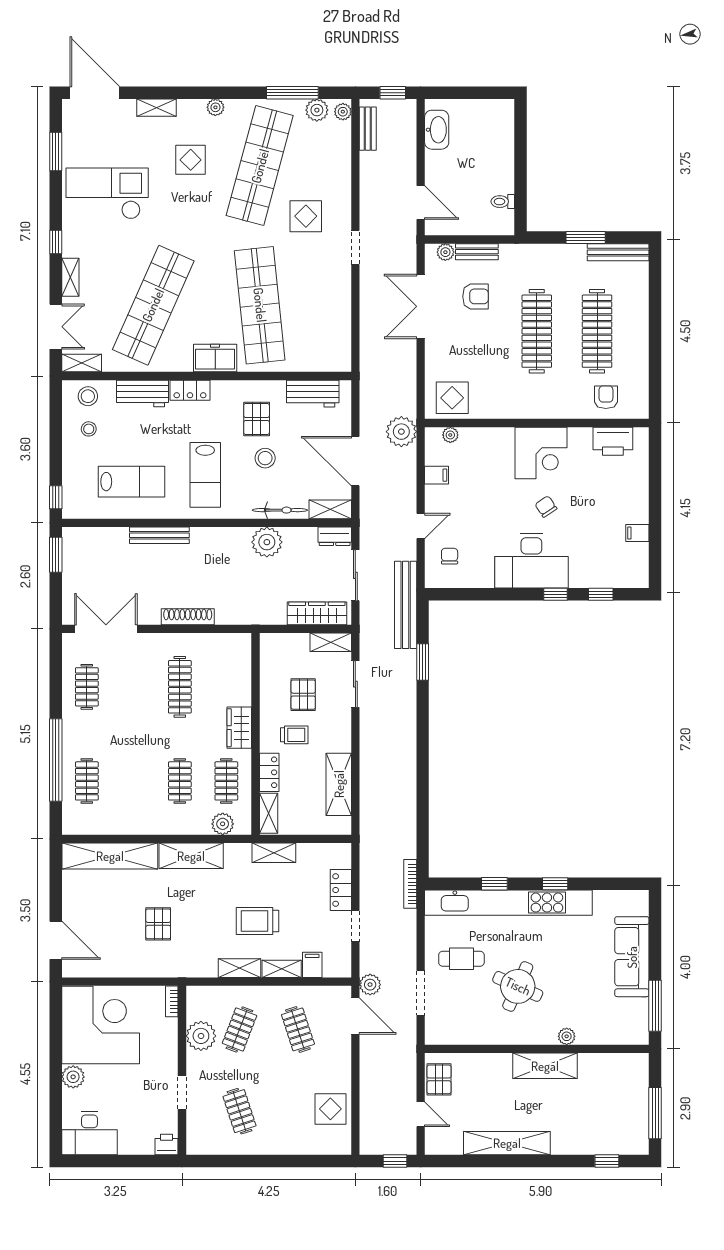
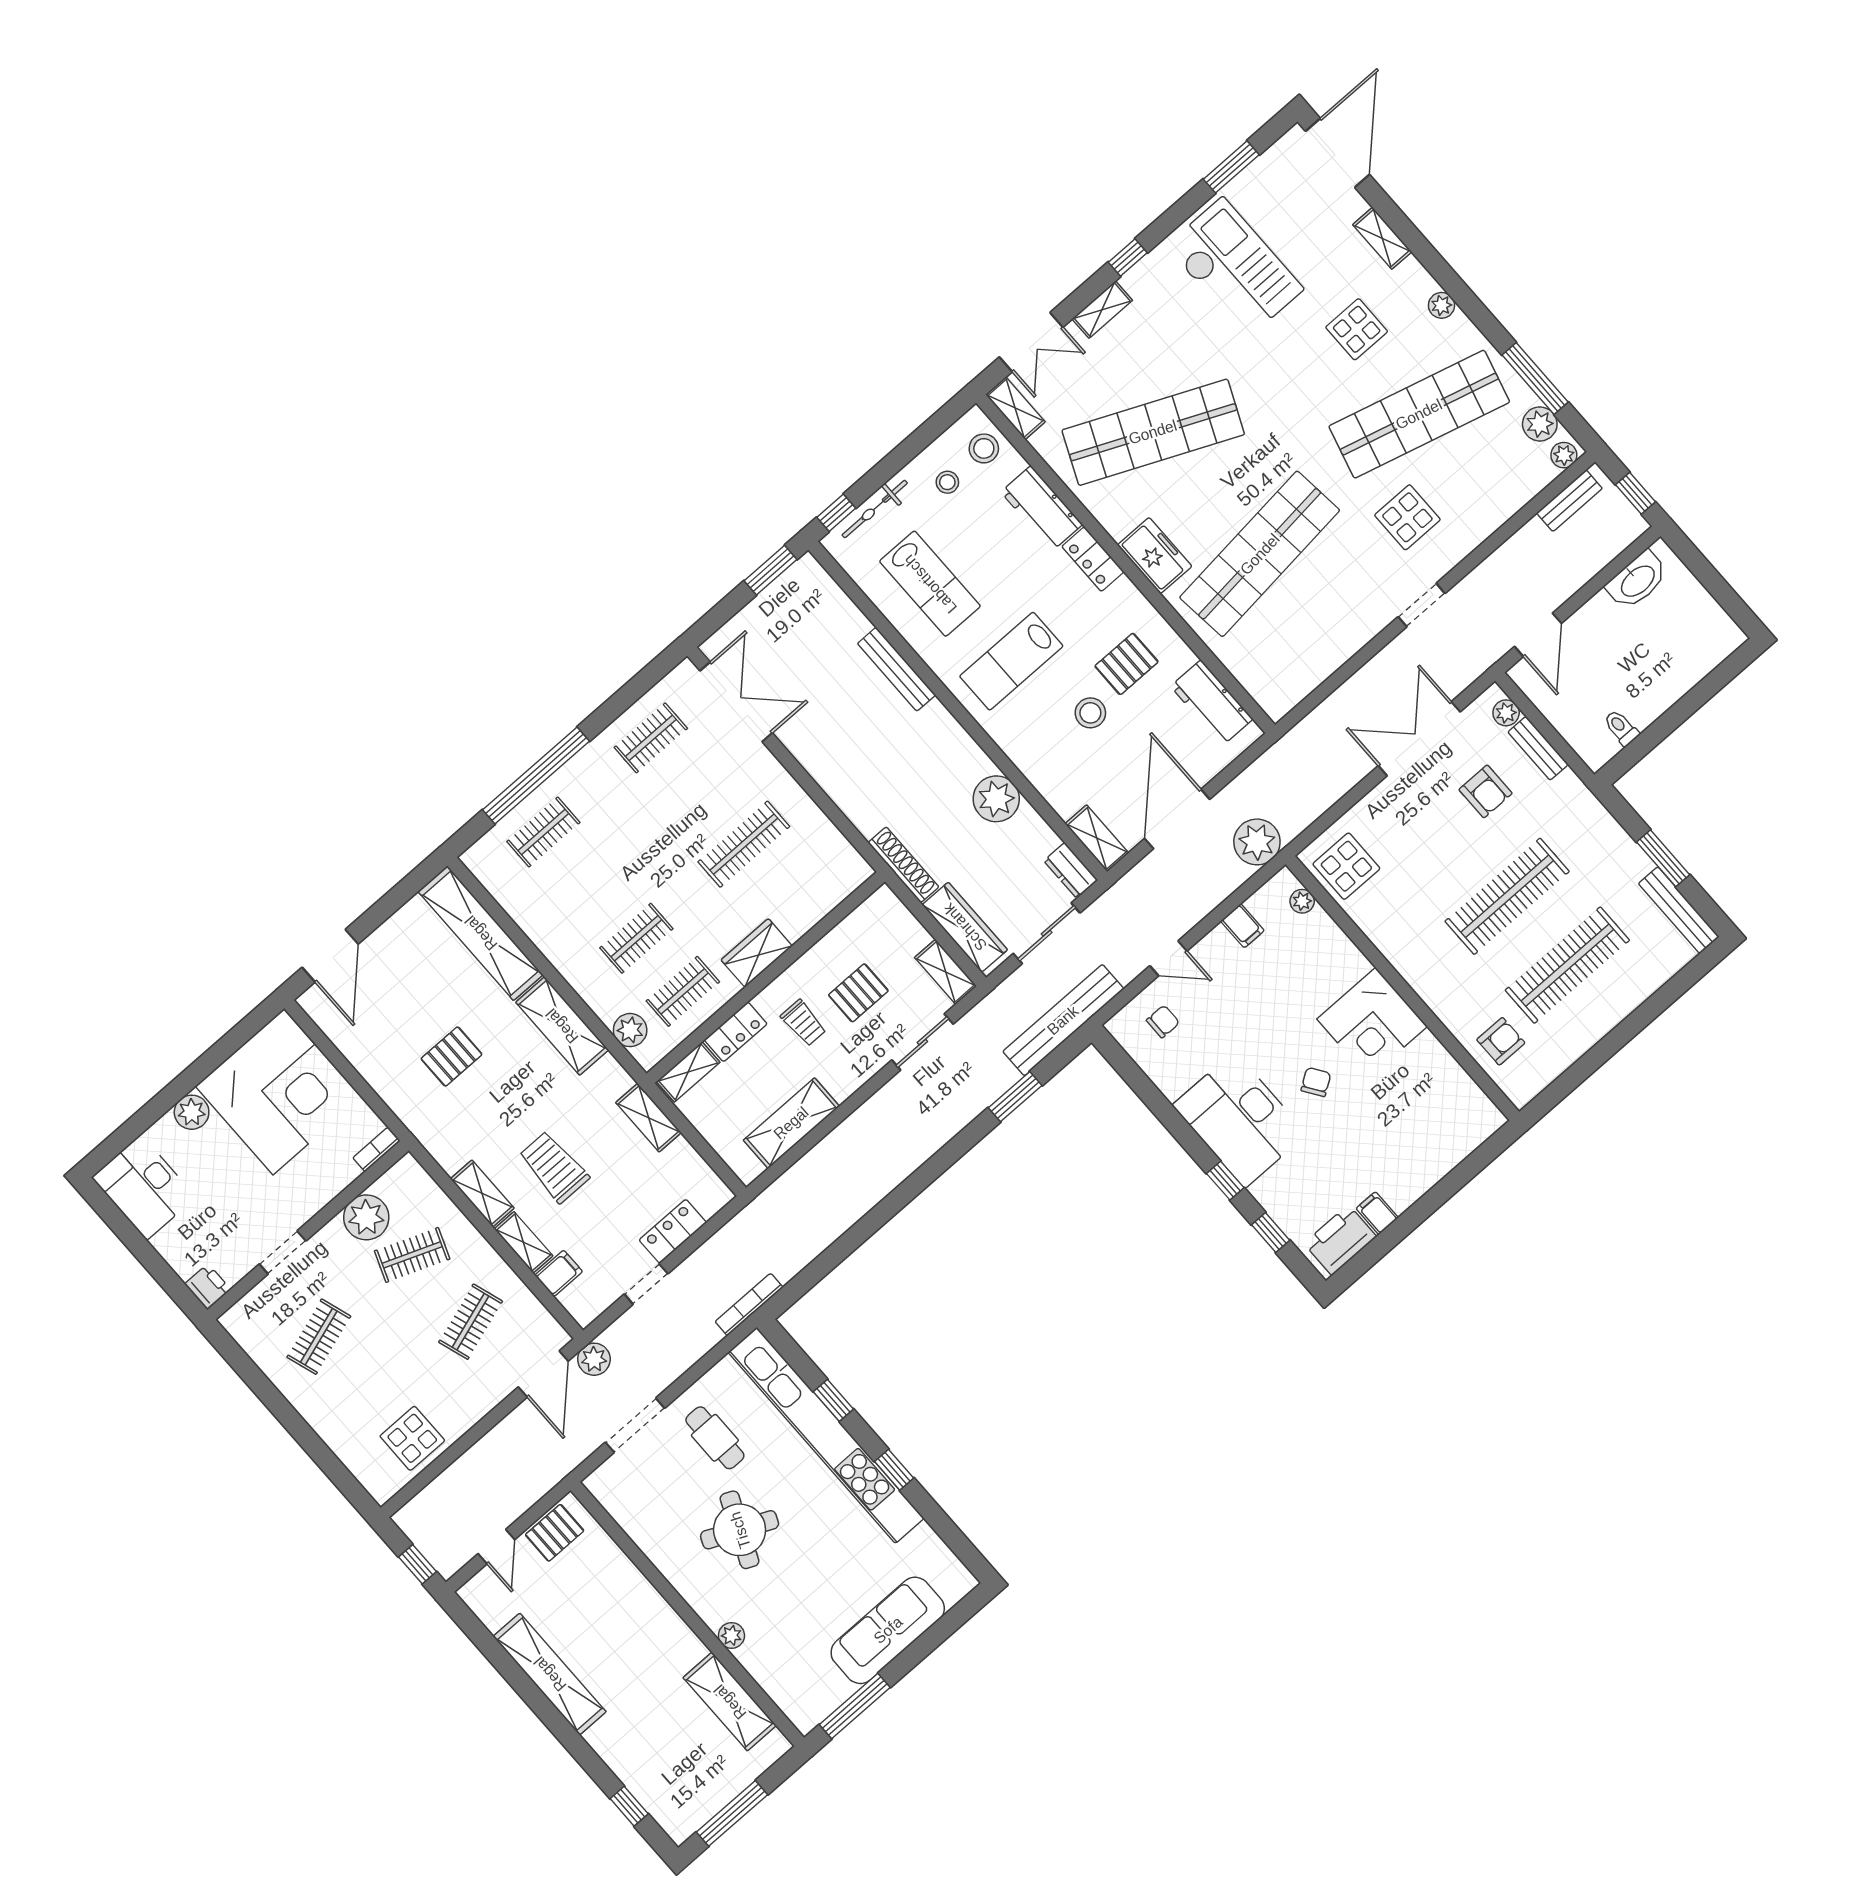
printer: (613, 441) -> (1340, 1240), moved, turned 90
bicycle: (280, 510) -> (875, 509), moved, turned 90
shoe rack: (188, 617) -> (903, 865), moved
shelving: (545, 1066) -> (730, 1702), moved

